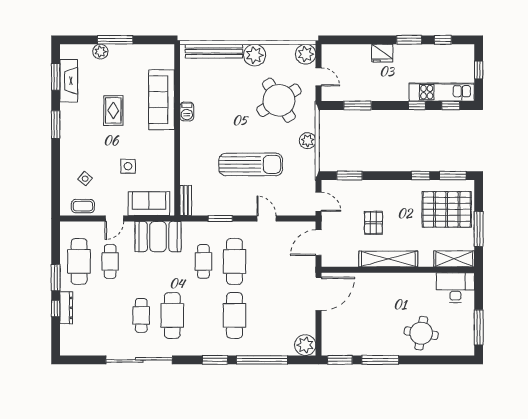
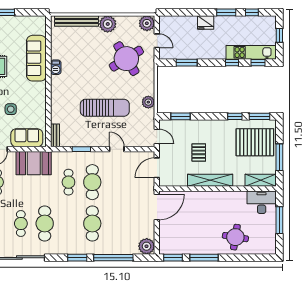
plant: (308, 141) -> (148, 102), moved
window: (479, 327) -> (279, 220), moved

